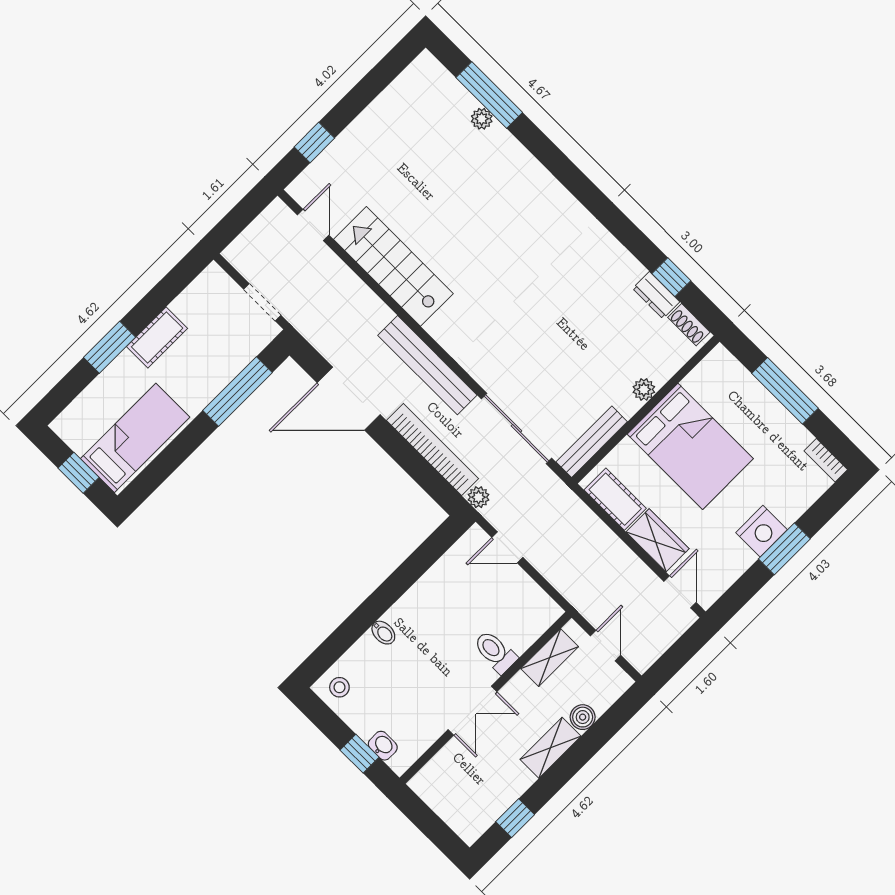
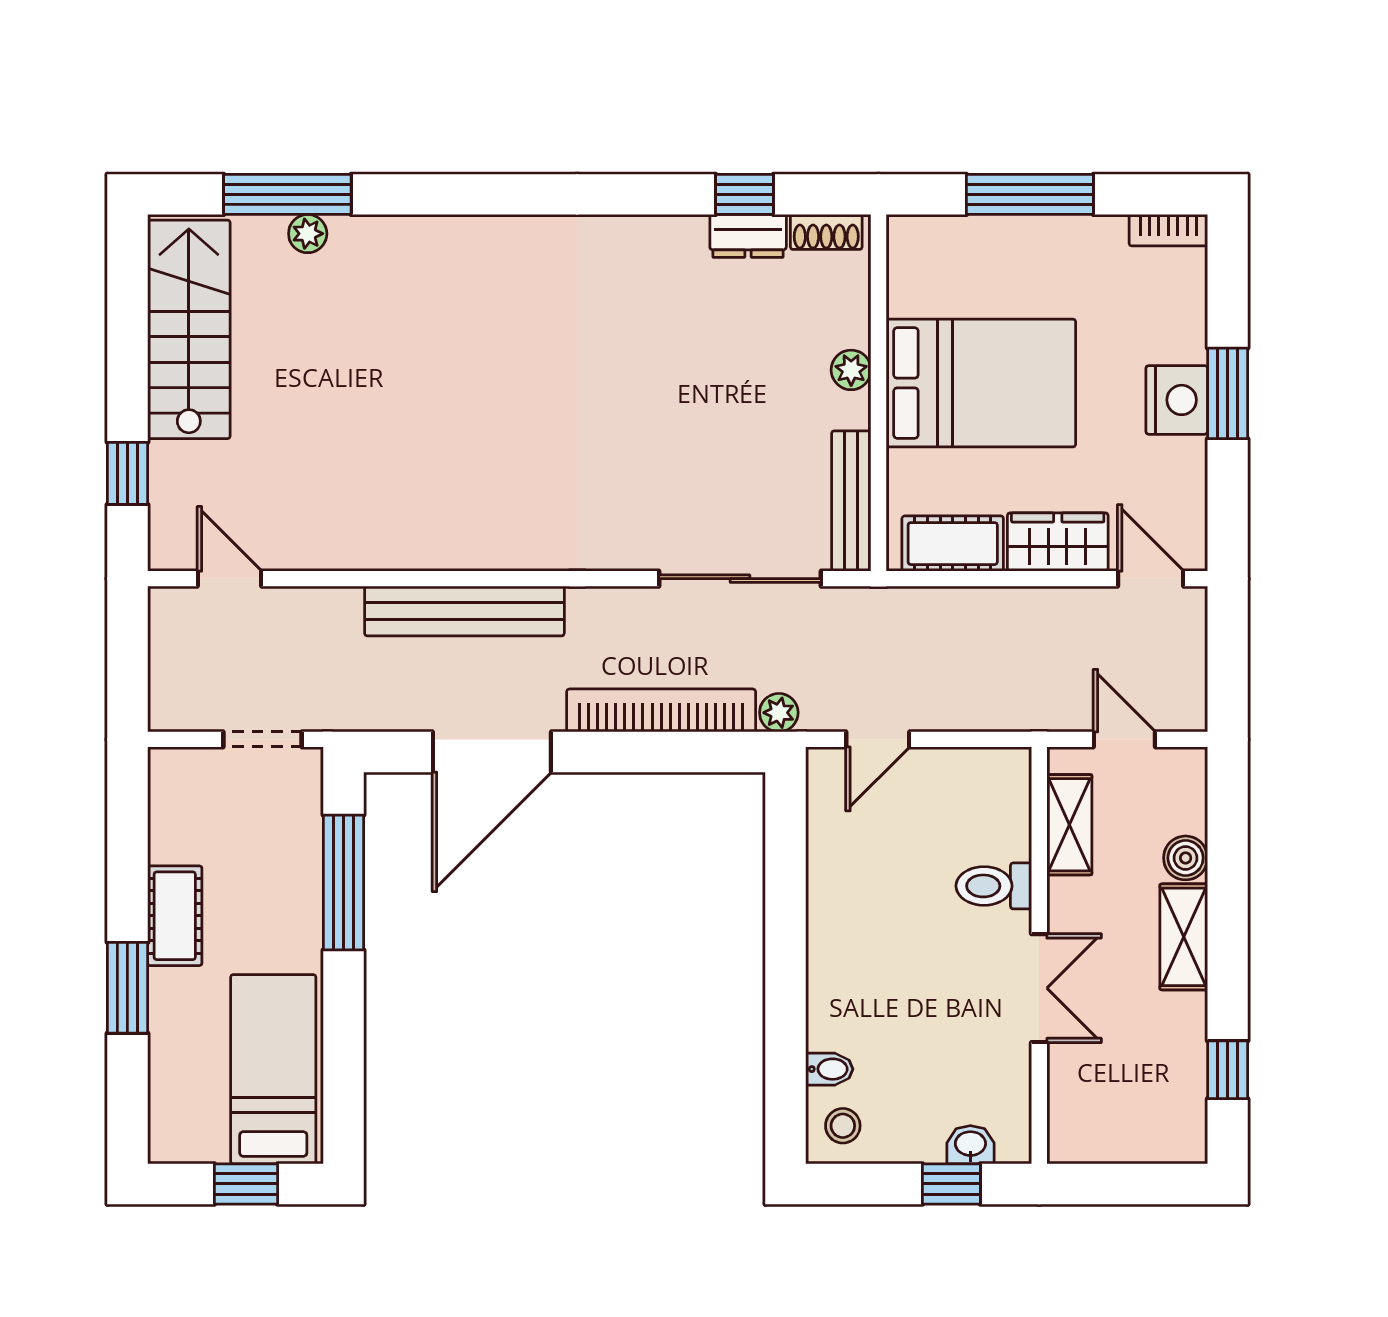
stairs: (393, 266) -> (189, 329), moved, turned 90
bench: (427, 365) -> (464, 611), moved
bidet: (383, 633) -> (829, 1069), moved

